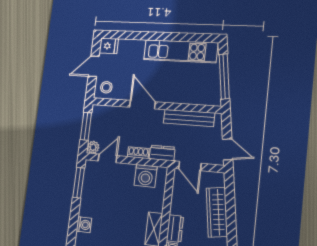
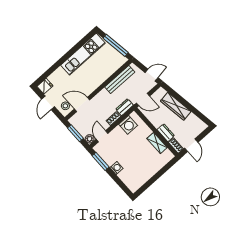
door: (142, 105) -> (82, 104), moved
washing machine: (84, 225) -> (116, 168), moved

